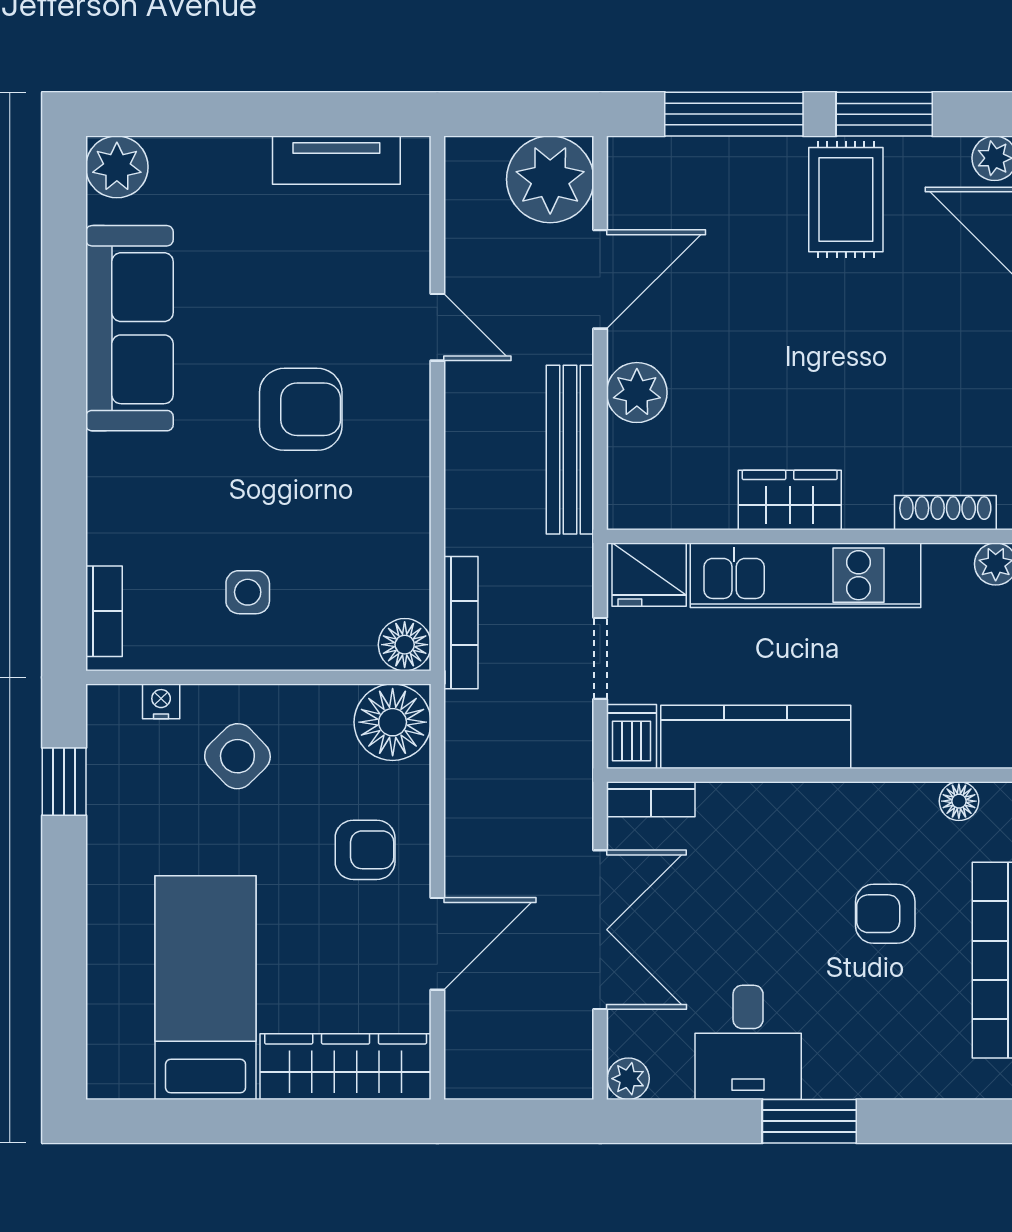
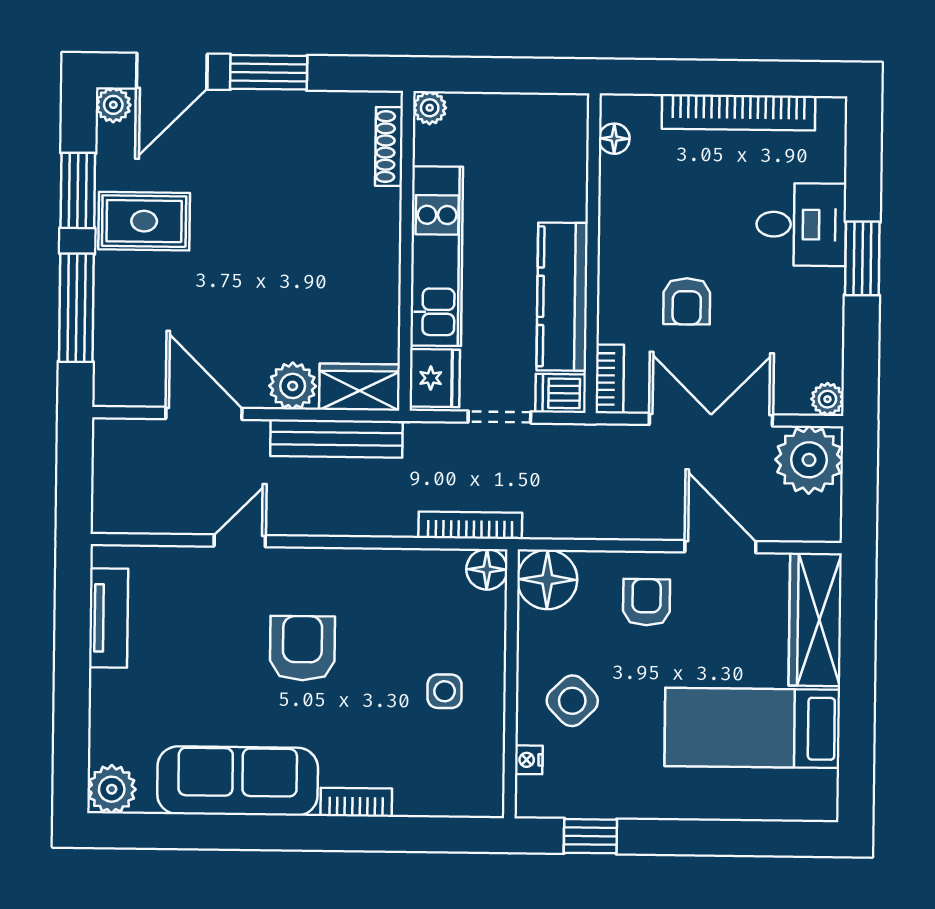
plant: (550, 179) -> (809, 460), moved
wardrobe: (790, 500) -> (360, 387), moved, turned 90
bookcase: (104, 611) -> (356, 802), moved
armchair: (885, 914) -> (687, 301), moved
desk: (748, 1042) -> (801, 224), moved

